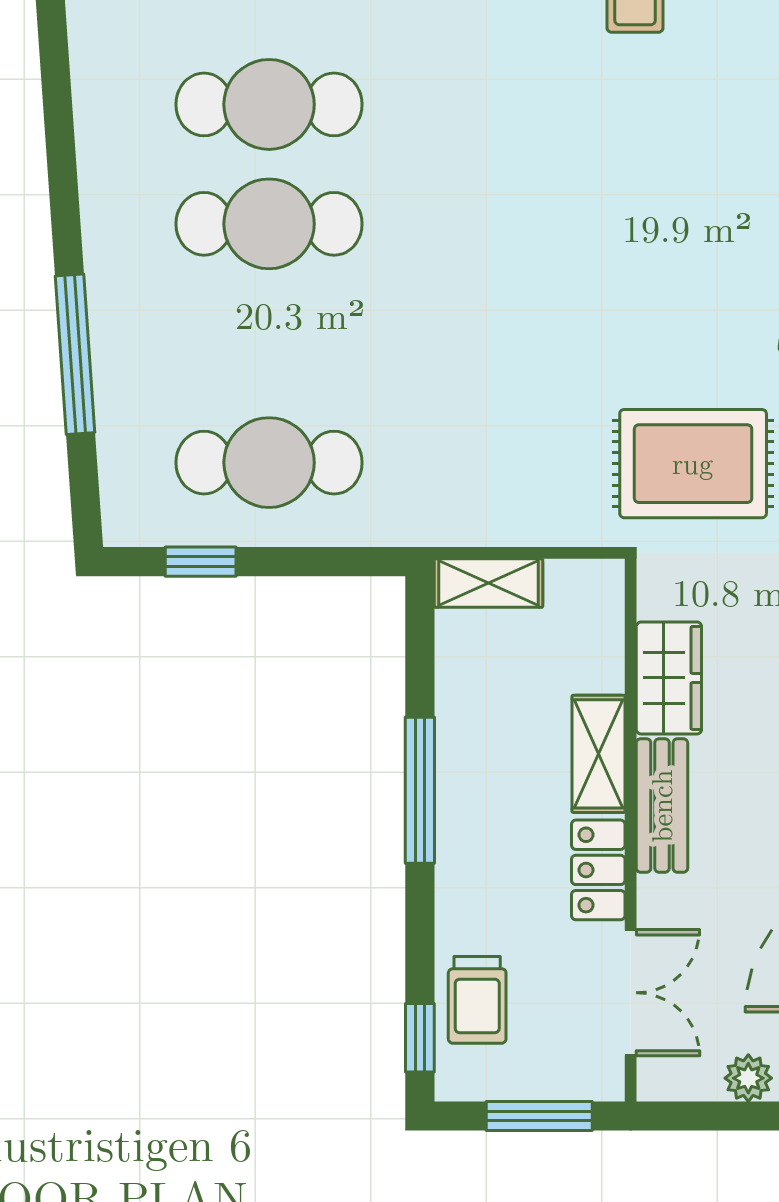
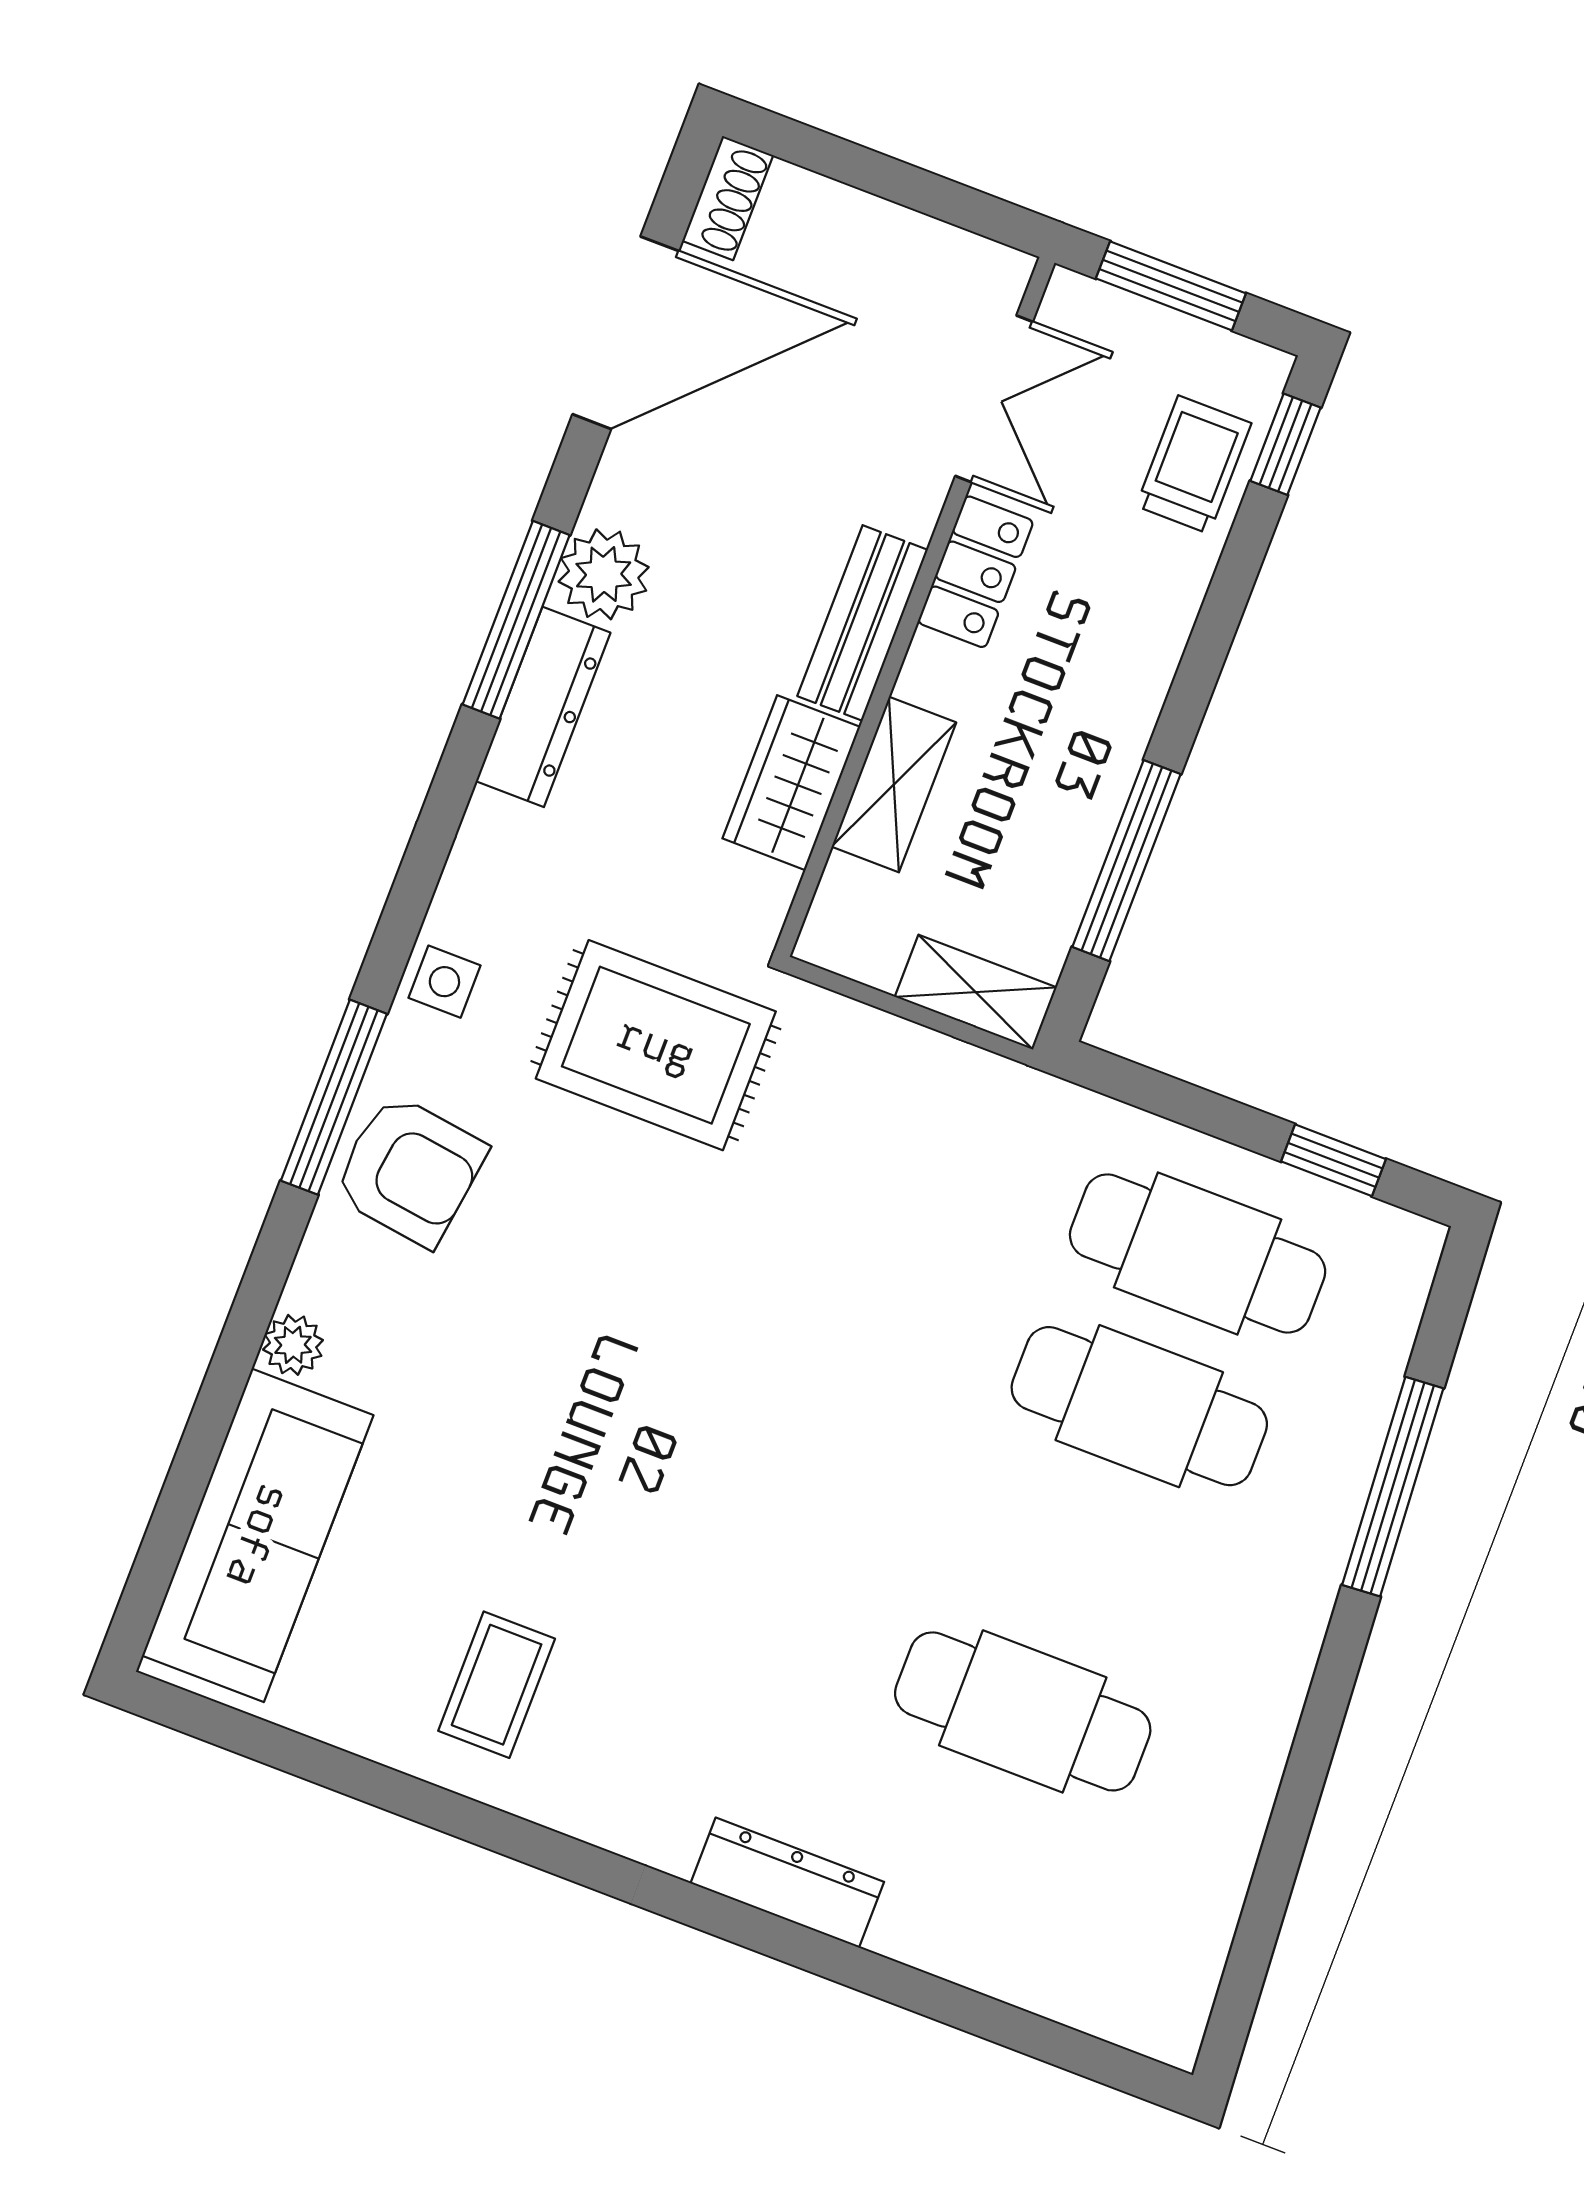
cafe table: (269, 224) -> (1139, 1406), moved
shelving: (598, 754) -> (894, 785), moved
window: (420, 790) -> (1127, 861), moved
double door: (631, 993) -> (994, 399), swing flipped
plant: (748, 1078) -> (885, 232), removed

